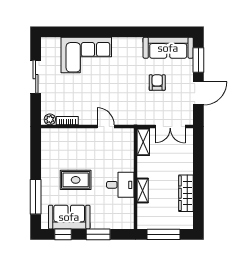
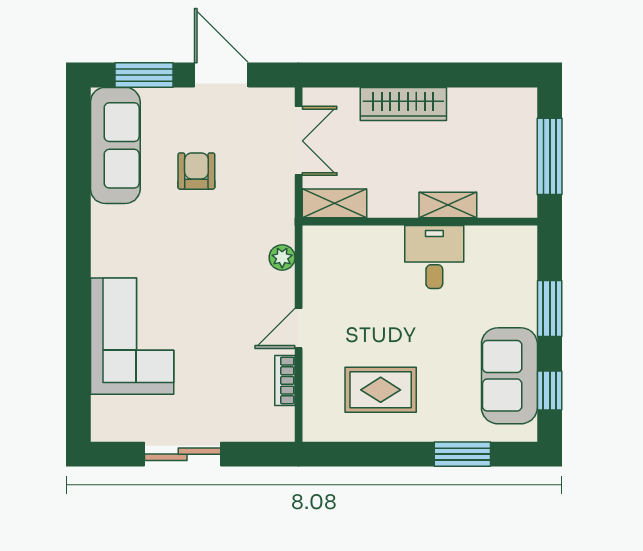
armchair: (157, 83) -> (196, 171), turned 90
plant: (50, 119) -> (282, 258), moved
door: (106, 126) -> (299, 328), moved
rug: (76, 180) -> (381, 390), moved, turned 90
wardrobe: (186, 193) -> (403, 104), moved
window: (36, 197) -> (462, 454), width x0.69

